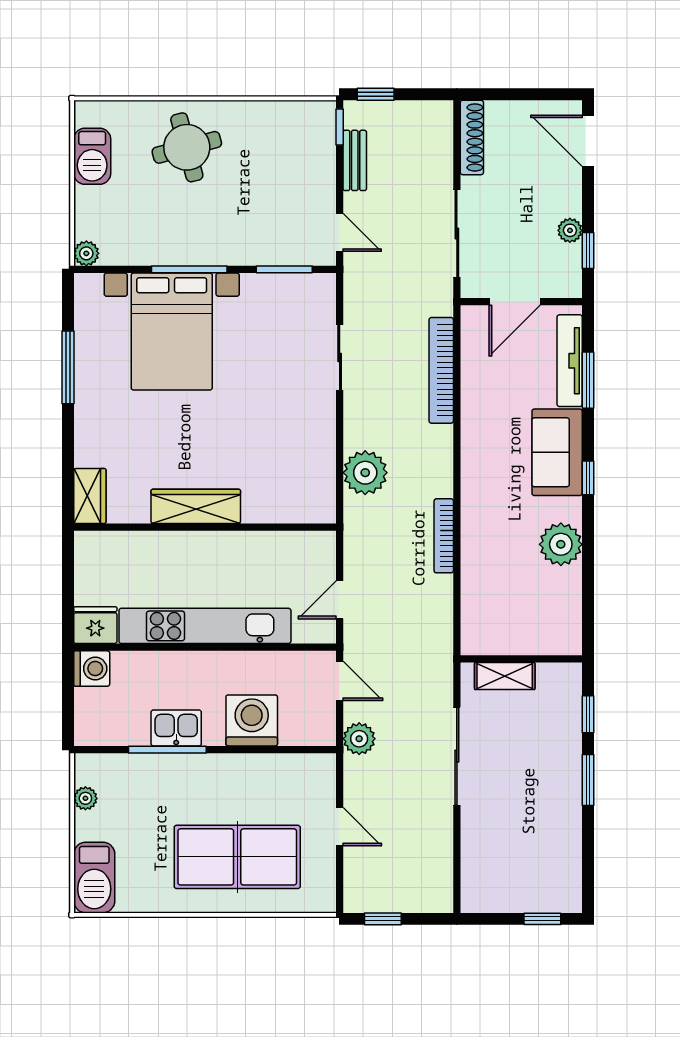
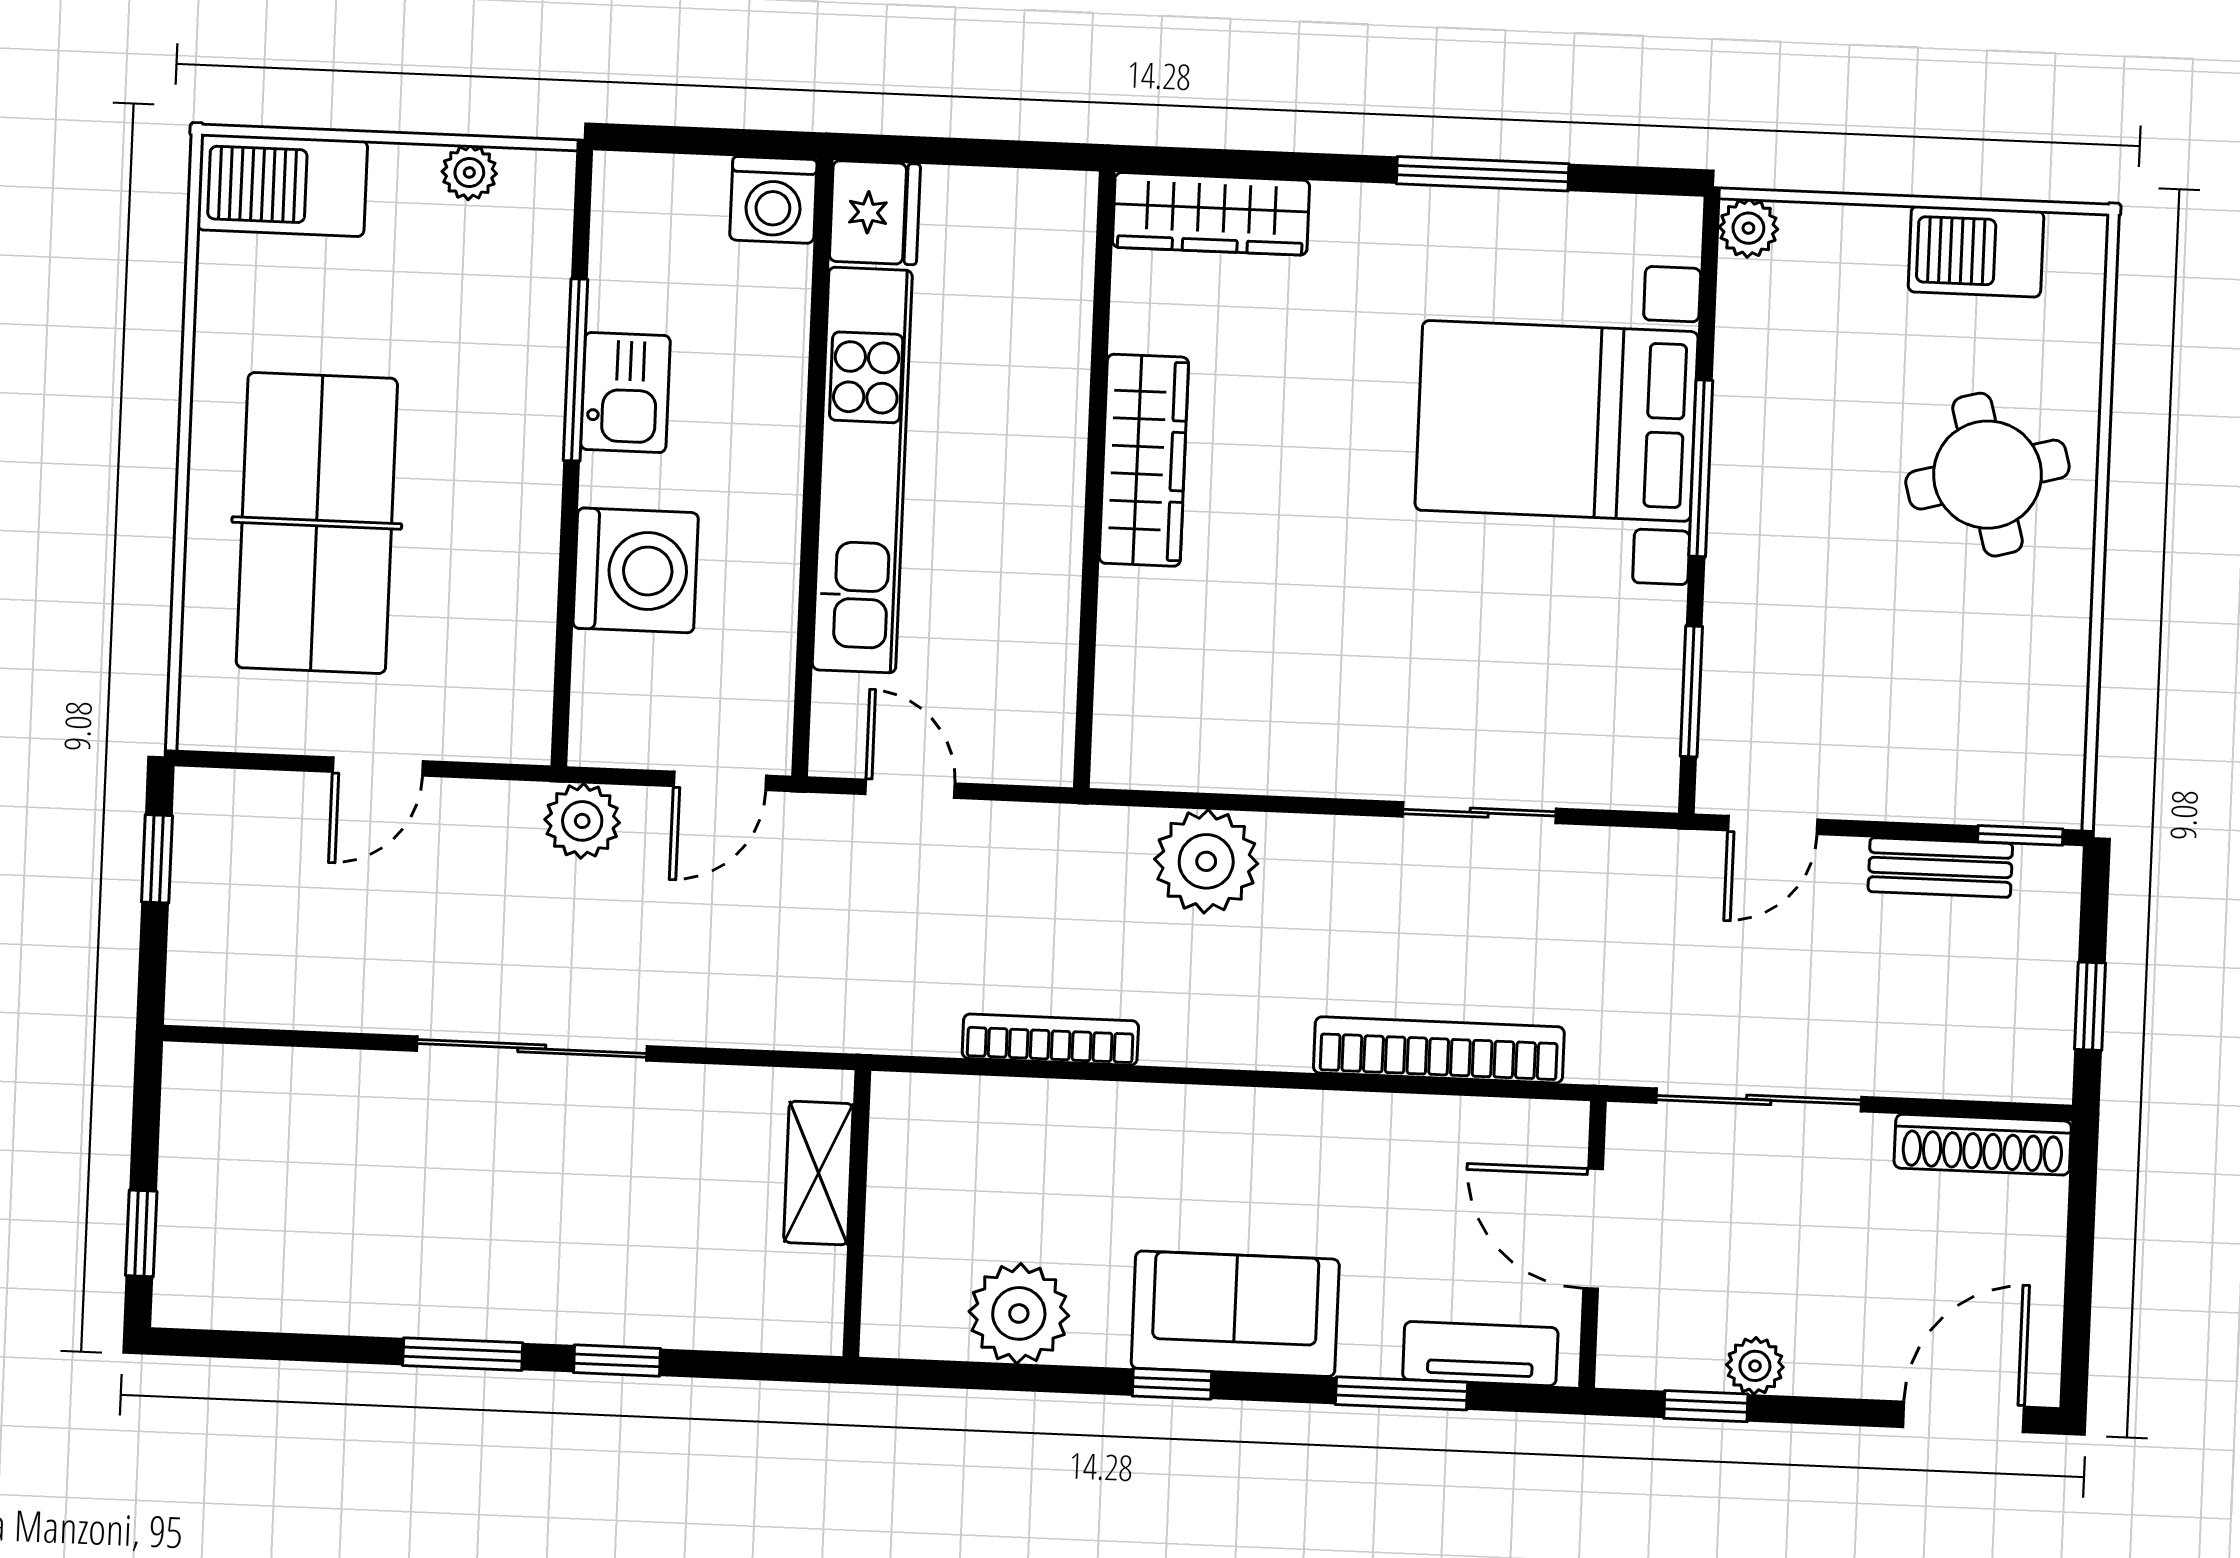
window: (376, 94) -> (2090, 1006), moved
tv unit: (570, 361) -> (1480, 1354), width x0.71
wardrobe: (90, 496) -> (1211, 214), width x1.50
wall: (521, 659) -> (857, 1214), moved
shelving: (505, 676) -> (818, 1173), moved

